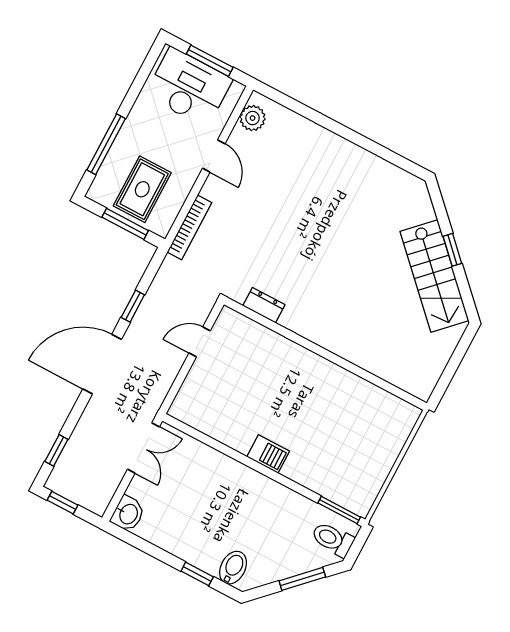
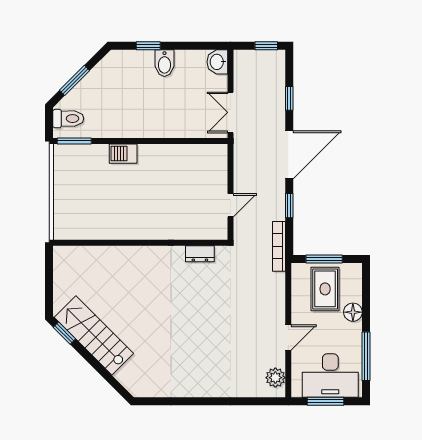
window: (106, 144) -> (366, 356), moved
floor lamp: (124, 146) -> (353, 312), added
door: (214, 156) -> (288, 338), swing flipped
bookcase: (190, 227) -> (279, 246), moved
window: (452, 250) -> (64, 333), moved
window: (56, 450) -> (289, 98), moved
barbecue: (268, 454) -> (123, 154), moved
bidet: (233, 568) -> (164, 63), moved

